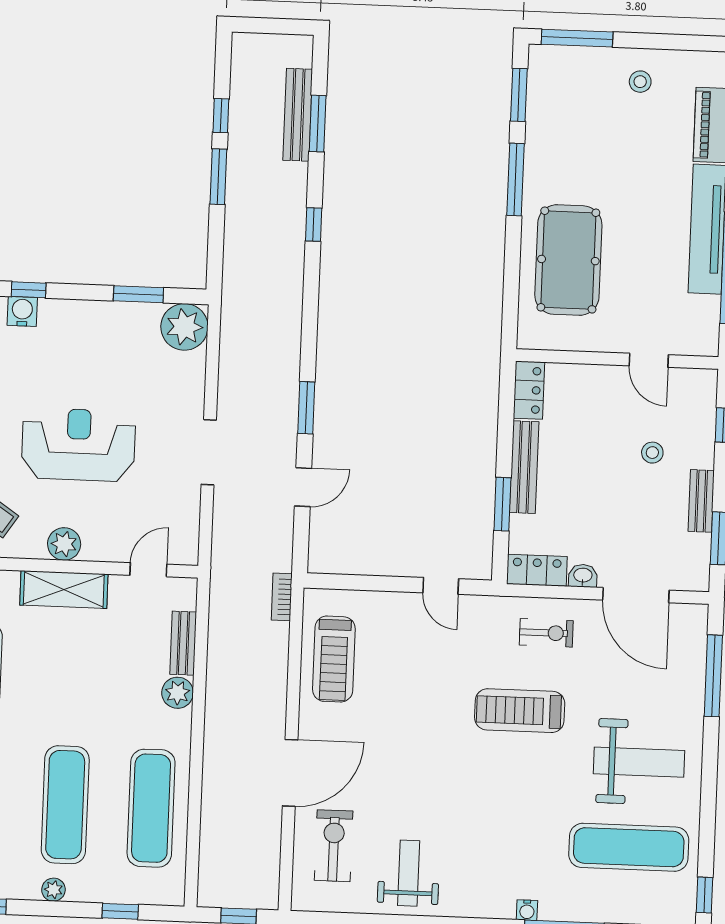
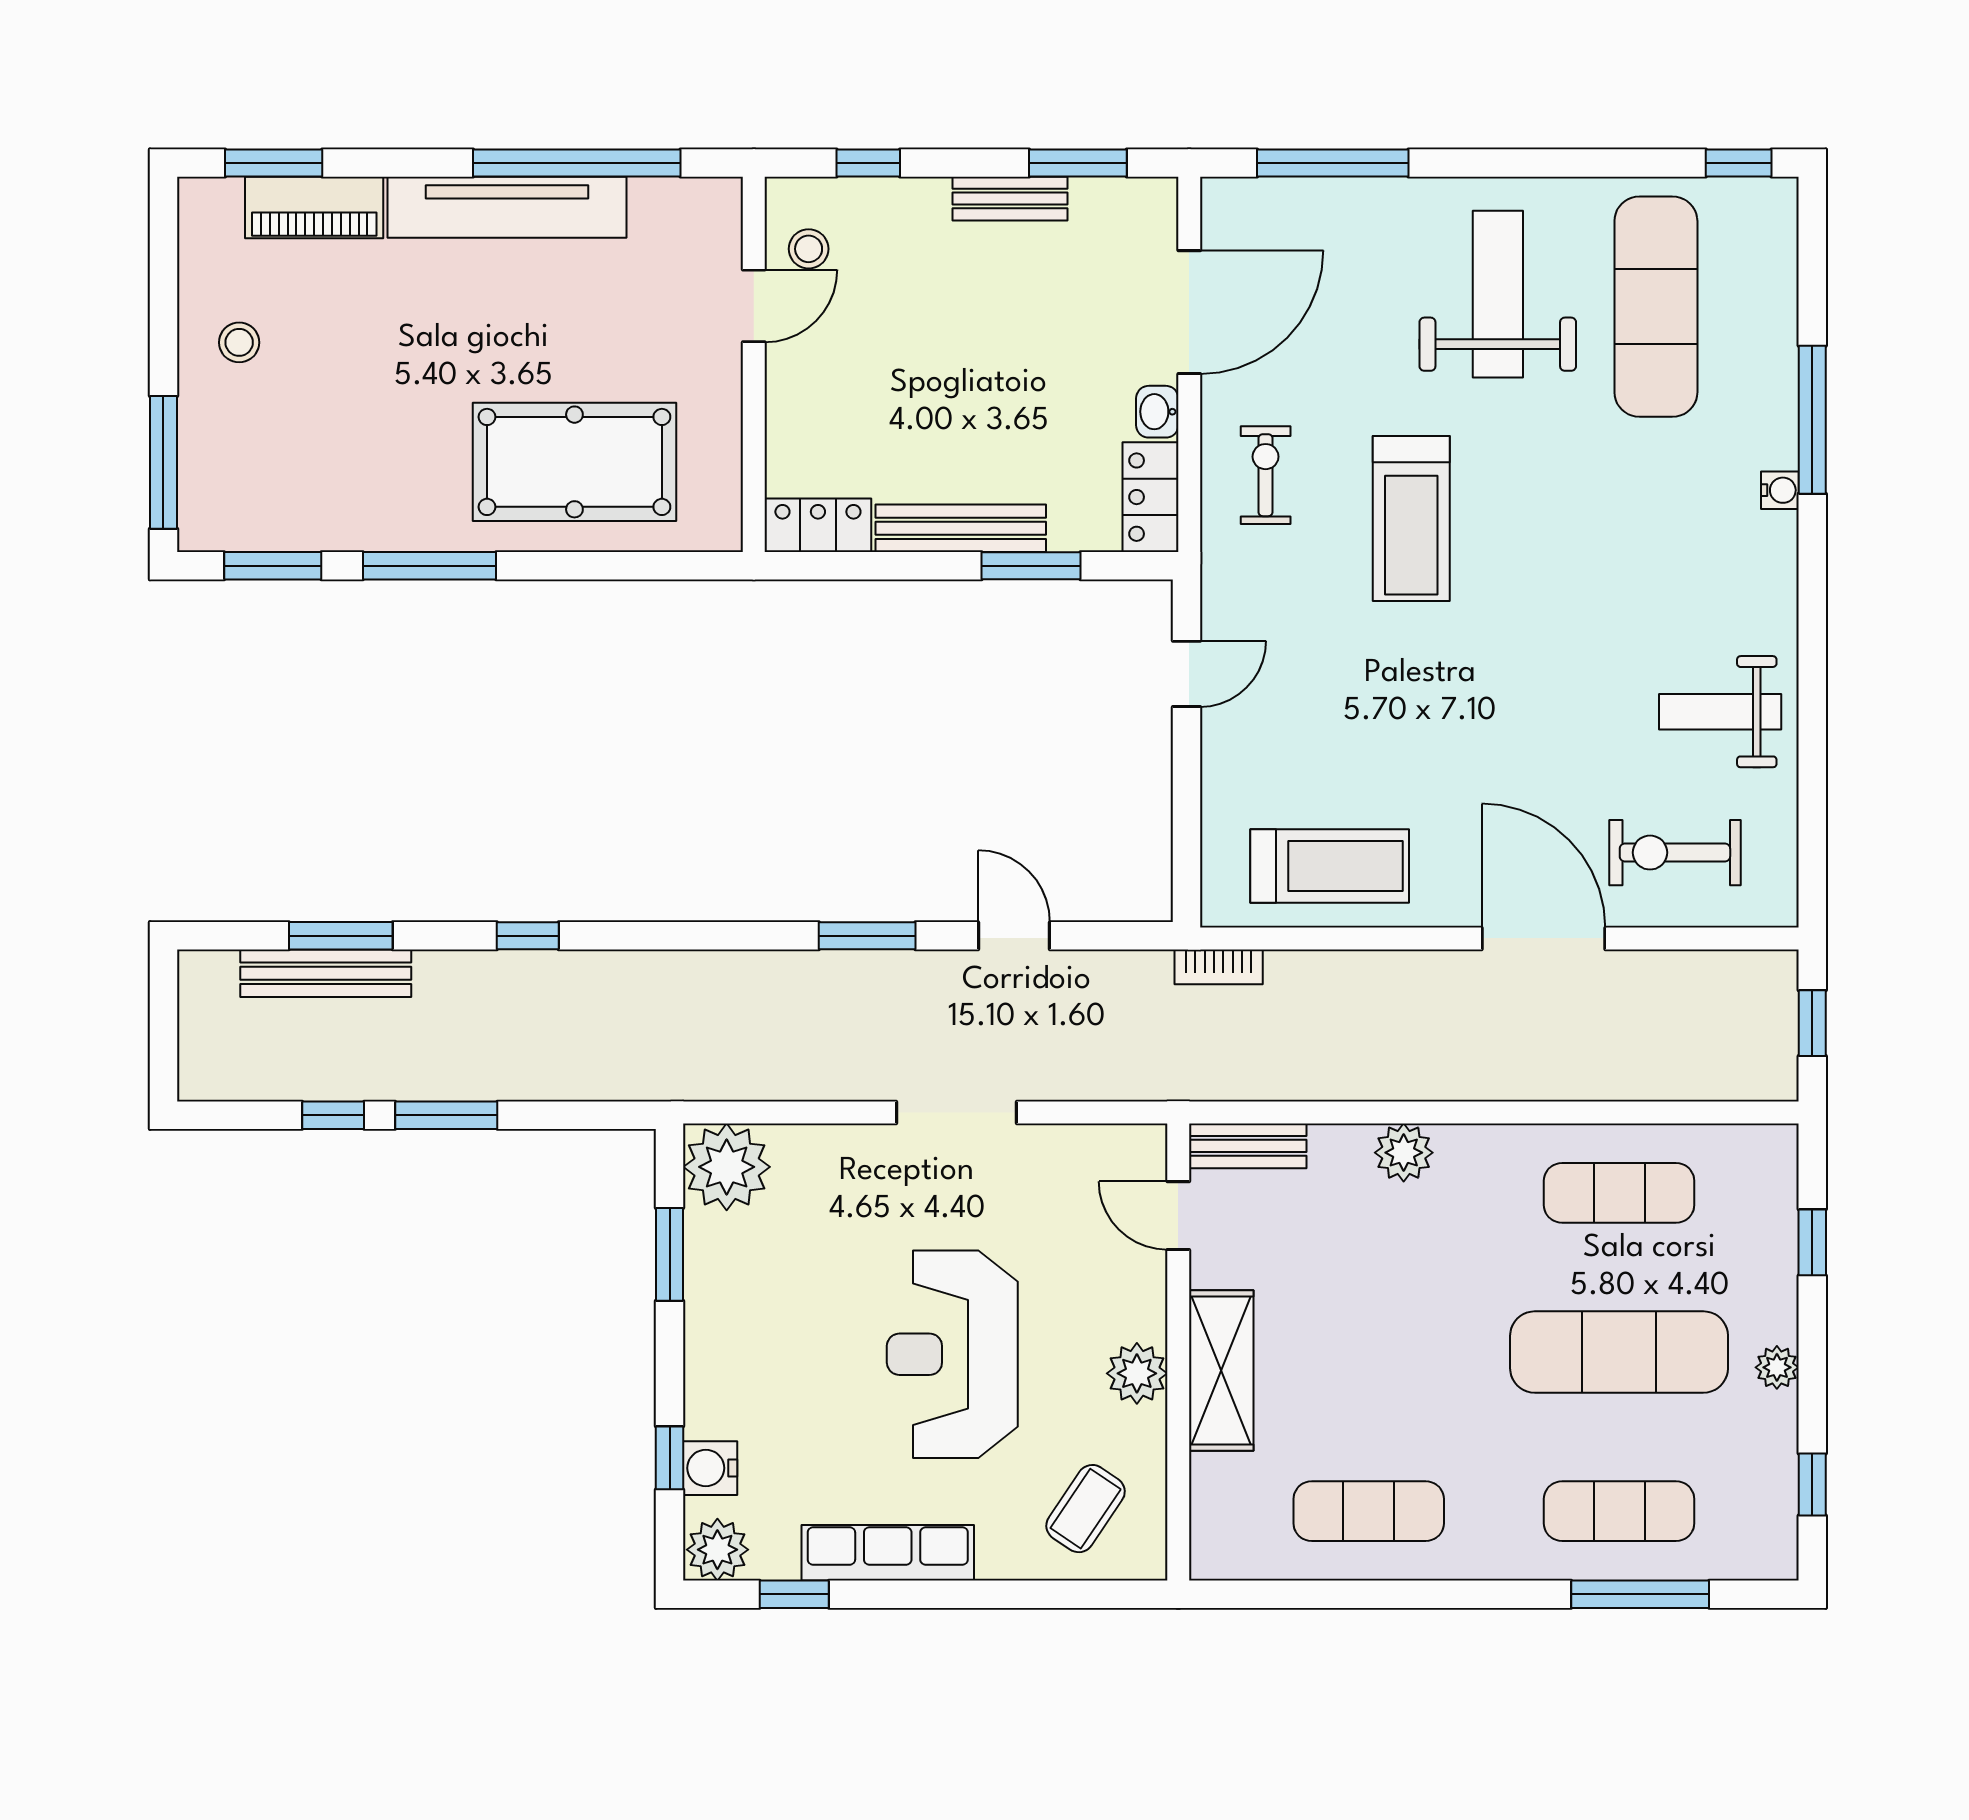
stool: (652, 453) -> (809, 249), moved
bench: (183, 643) -> (1248, 1146), moved
exercise mat: (151, 808) -> (1619, 1193), width x0.73, depth x0.69

